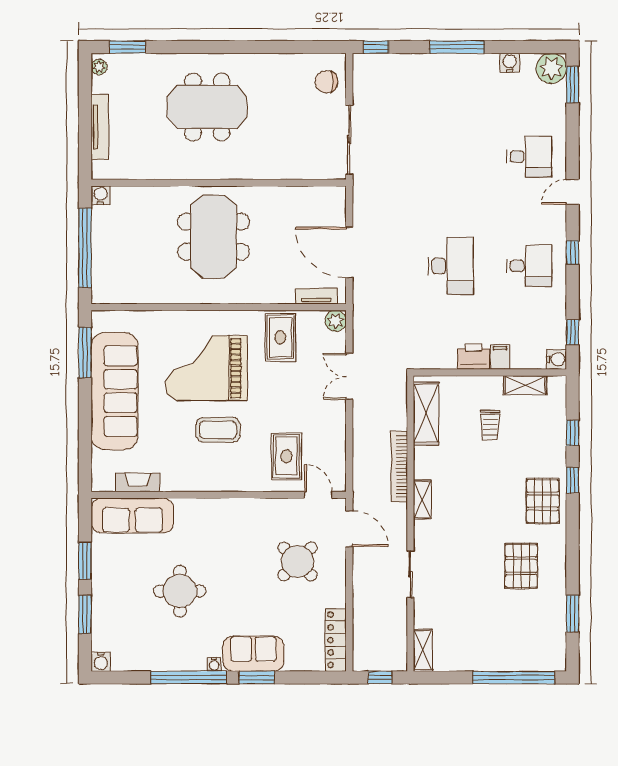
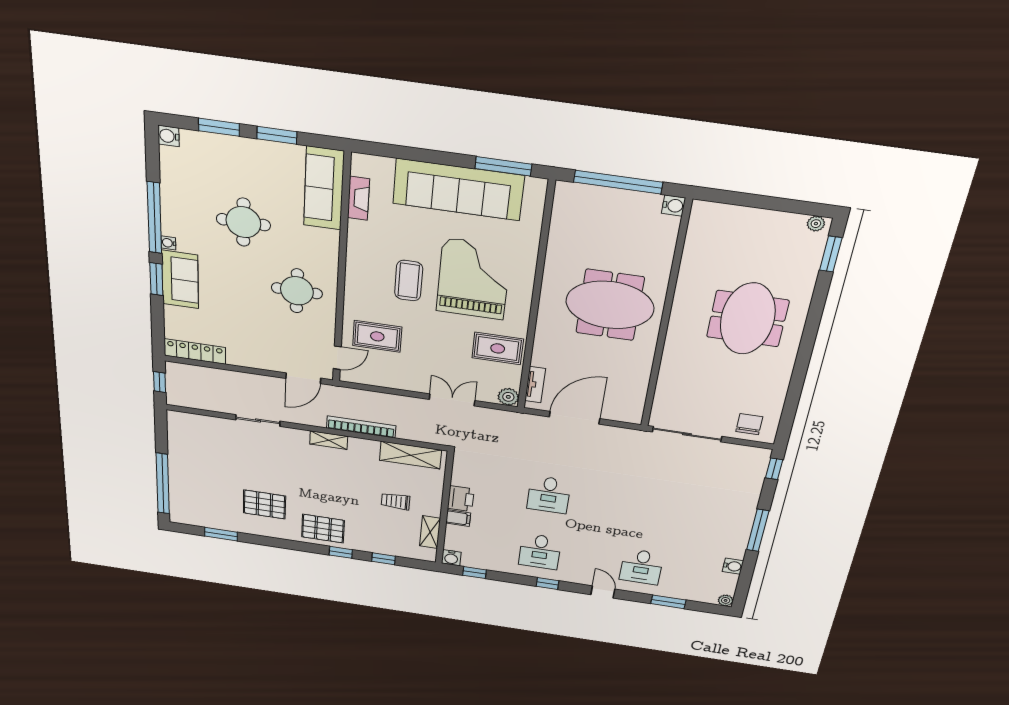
plant: (551, 68) -> (726, 600), width x0.53, depth x0.53
window: (573, 85) -> (668, 602), moved
tv unit: (100, 127) -> (749, 215), removed
desk: (451, 266) -> (549, 495), width x0.73
round table: (297, 561) -> (297, 291), moved, turned 45
shelving: (423, 650) -> (186, 420), removed

